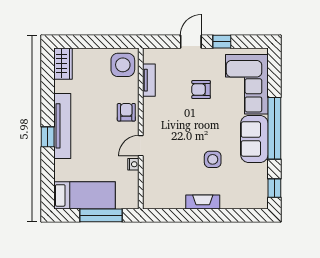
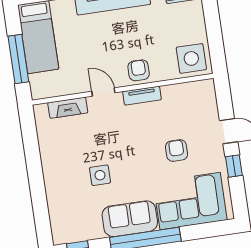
tv unit: (149, 80) -> (142, 96), moved
armchair: (126, 112) -> (139, 70), turned -90
nightstand: (133, 164) -> (81, 87), removed
fireplace: (203, 202) -> (68, 108), moved, turned 90

